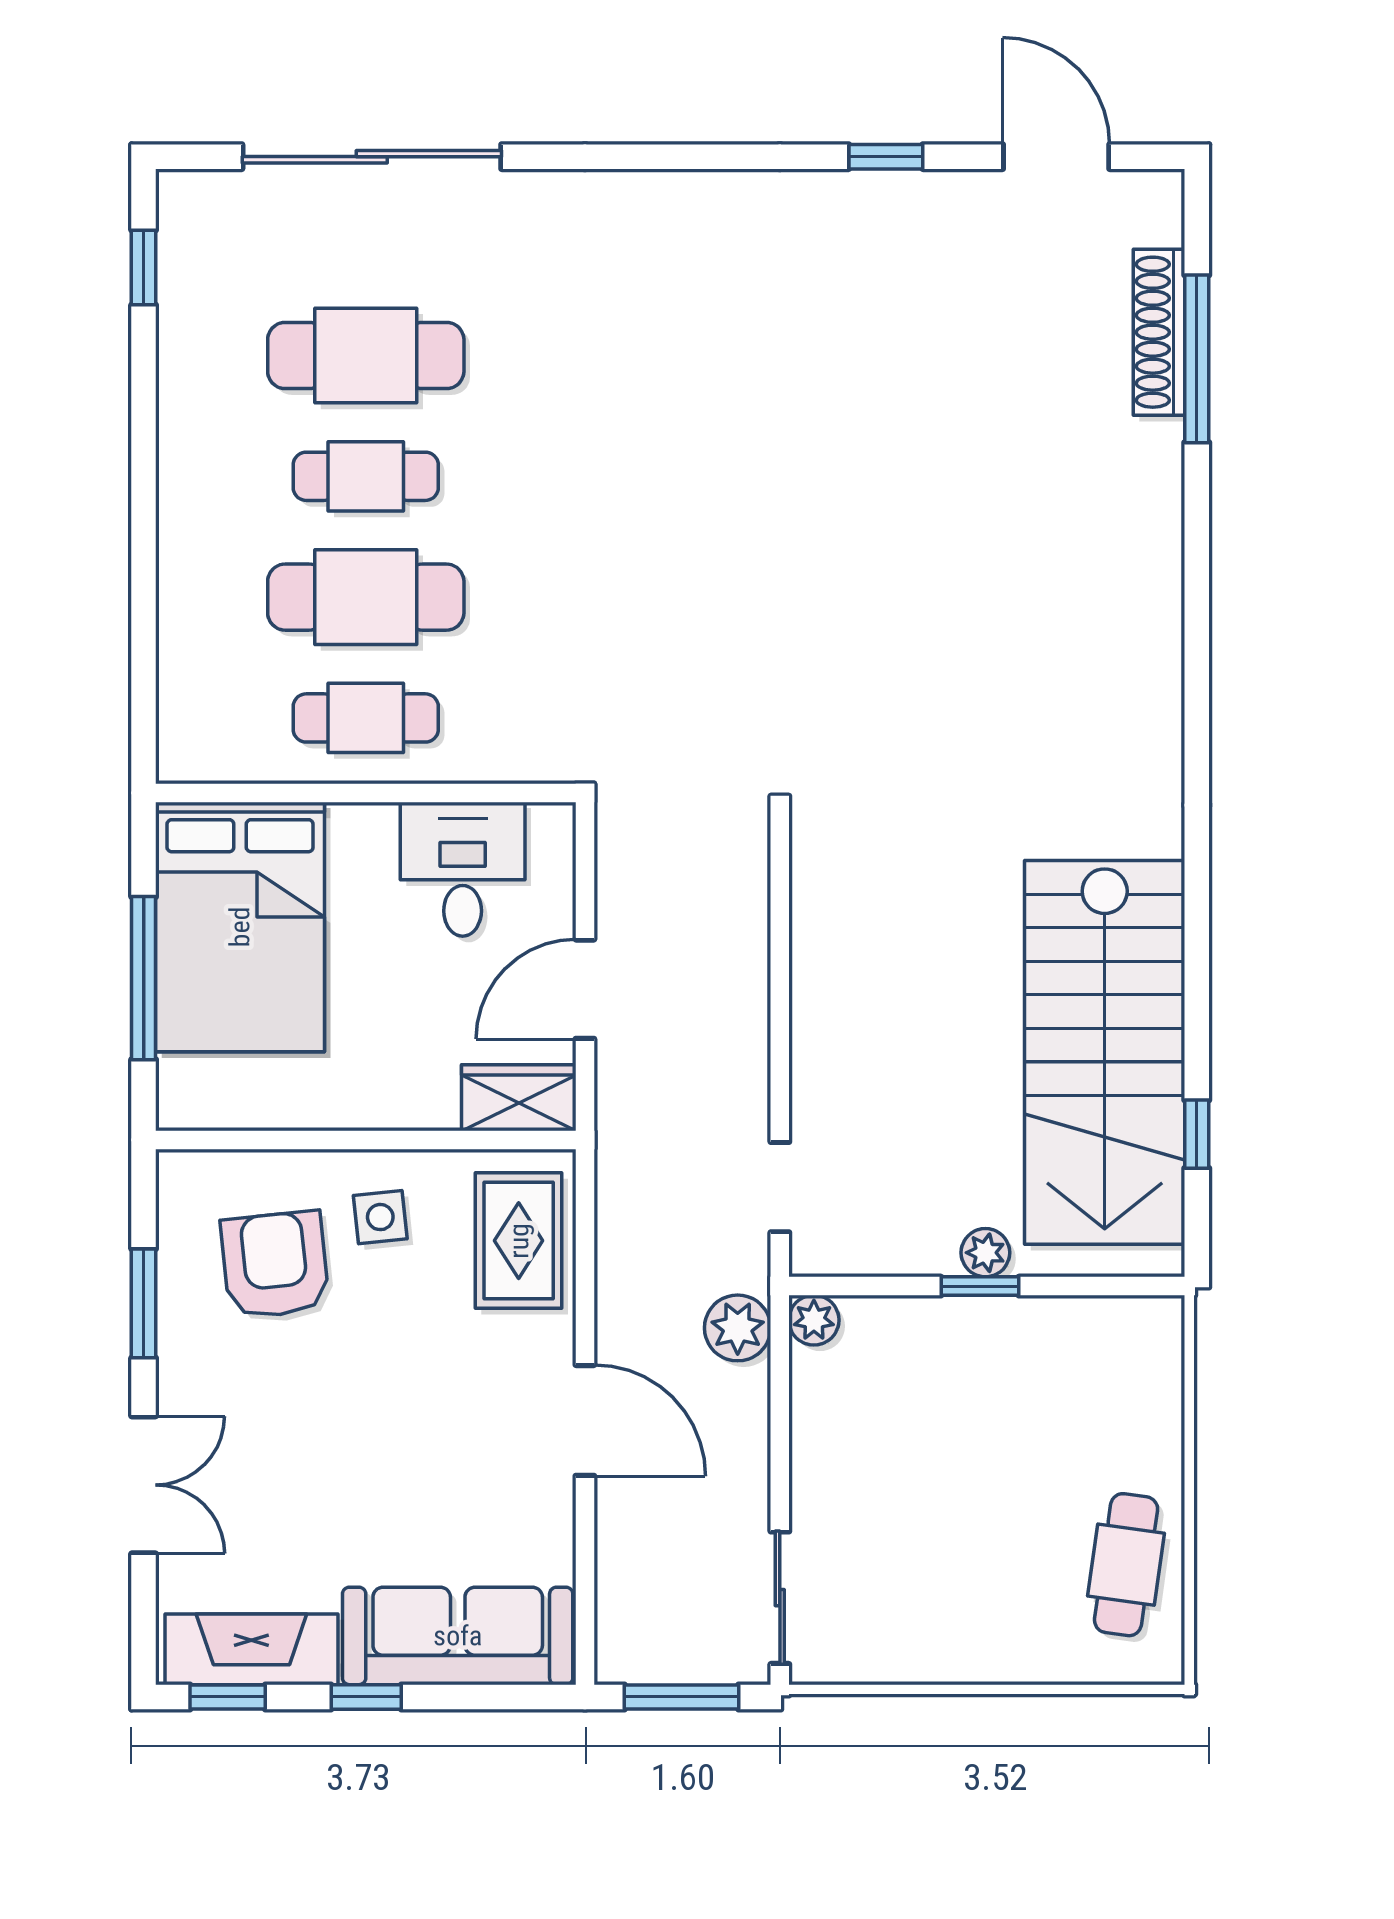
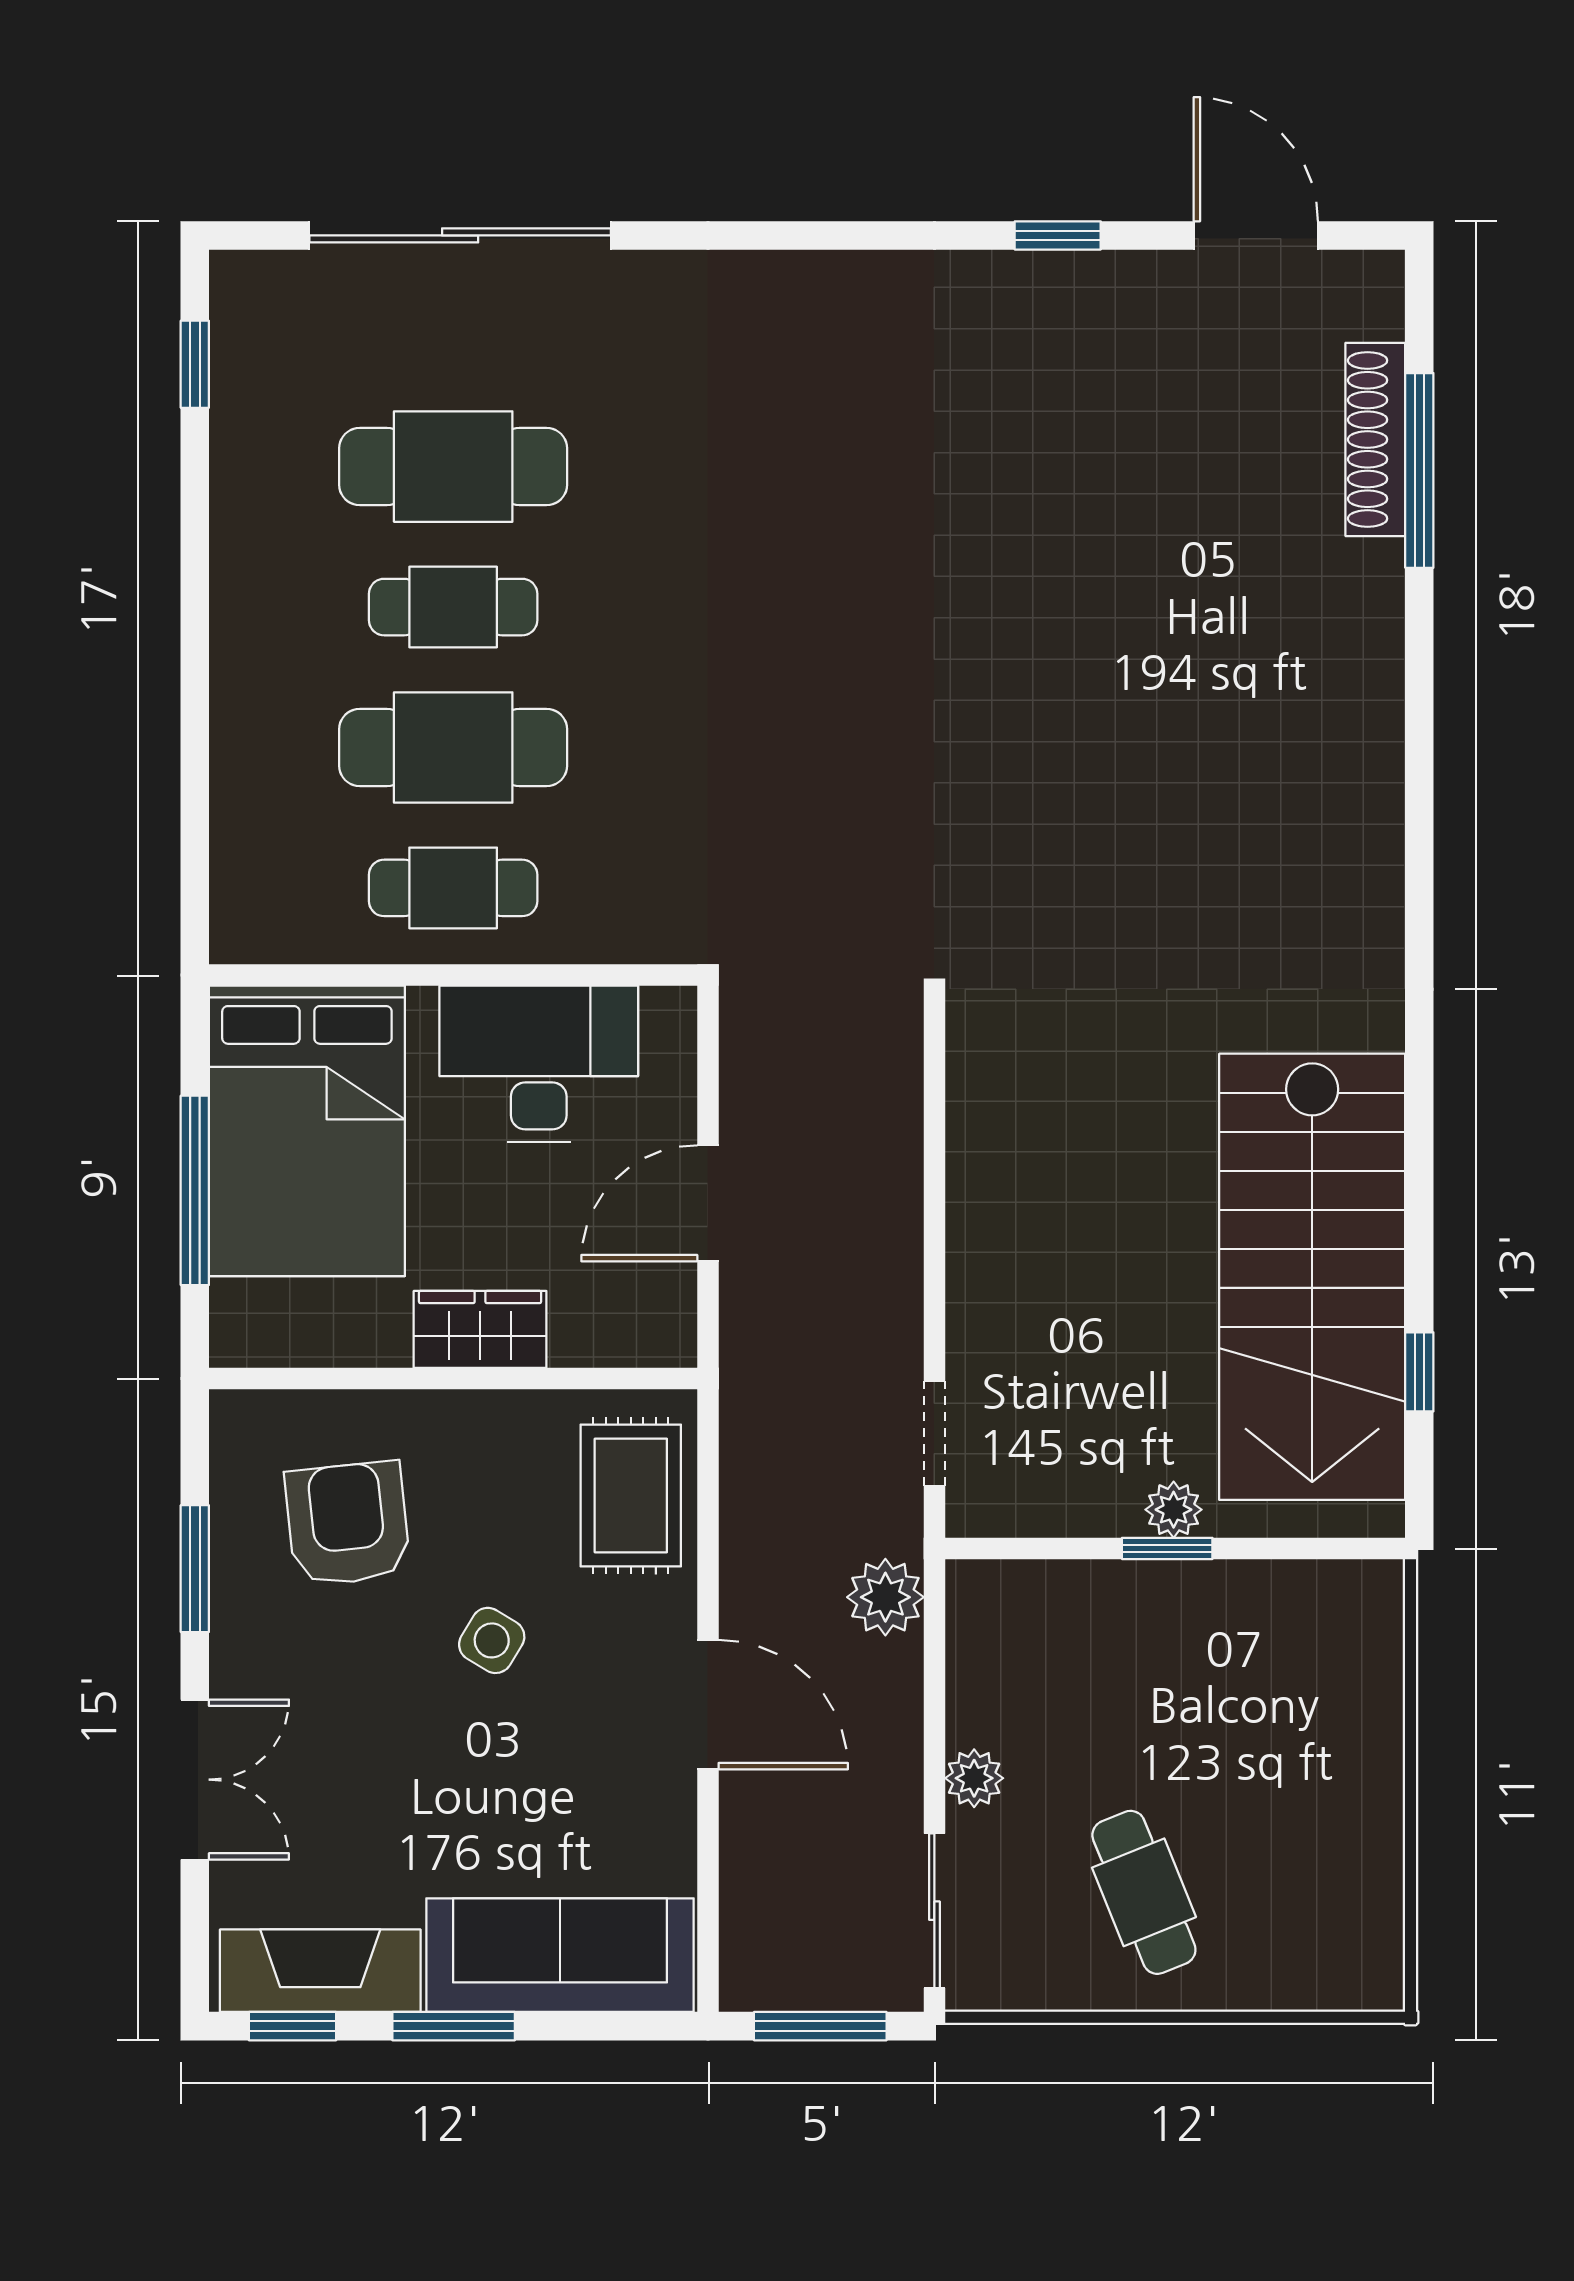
desk: (463, 869) -> (539, 1064), width x1.37
wardrobe: (519, 1098) -> (480, 1329), moved
side table: (380, 1217) -> (492, 1640), moved, turned 37
plant: (814, 1320) -> (974, 1778), moved
cafe table: (1126, 1565) -> (1144, 1892), moved, turned -30
window: (366, 1697) -> (454, 2026), width x1.50

